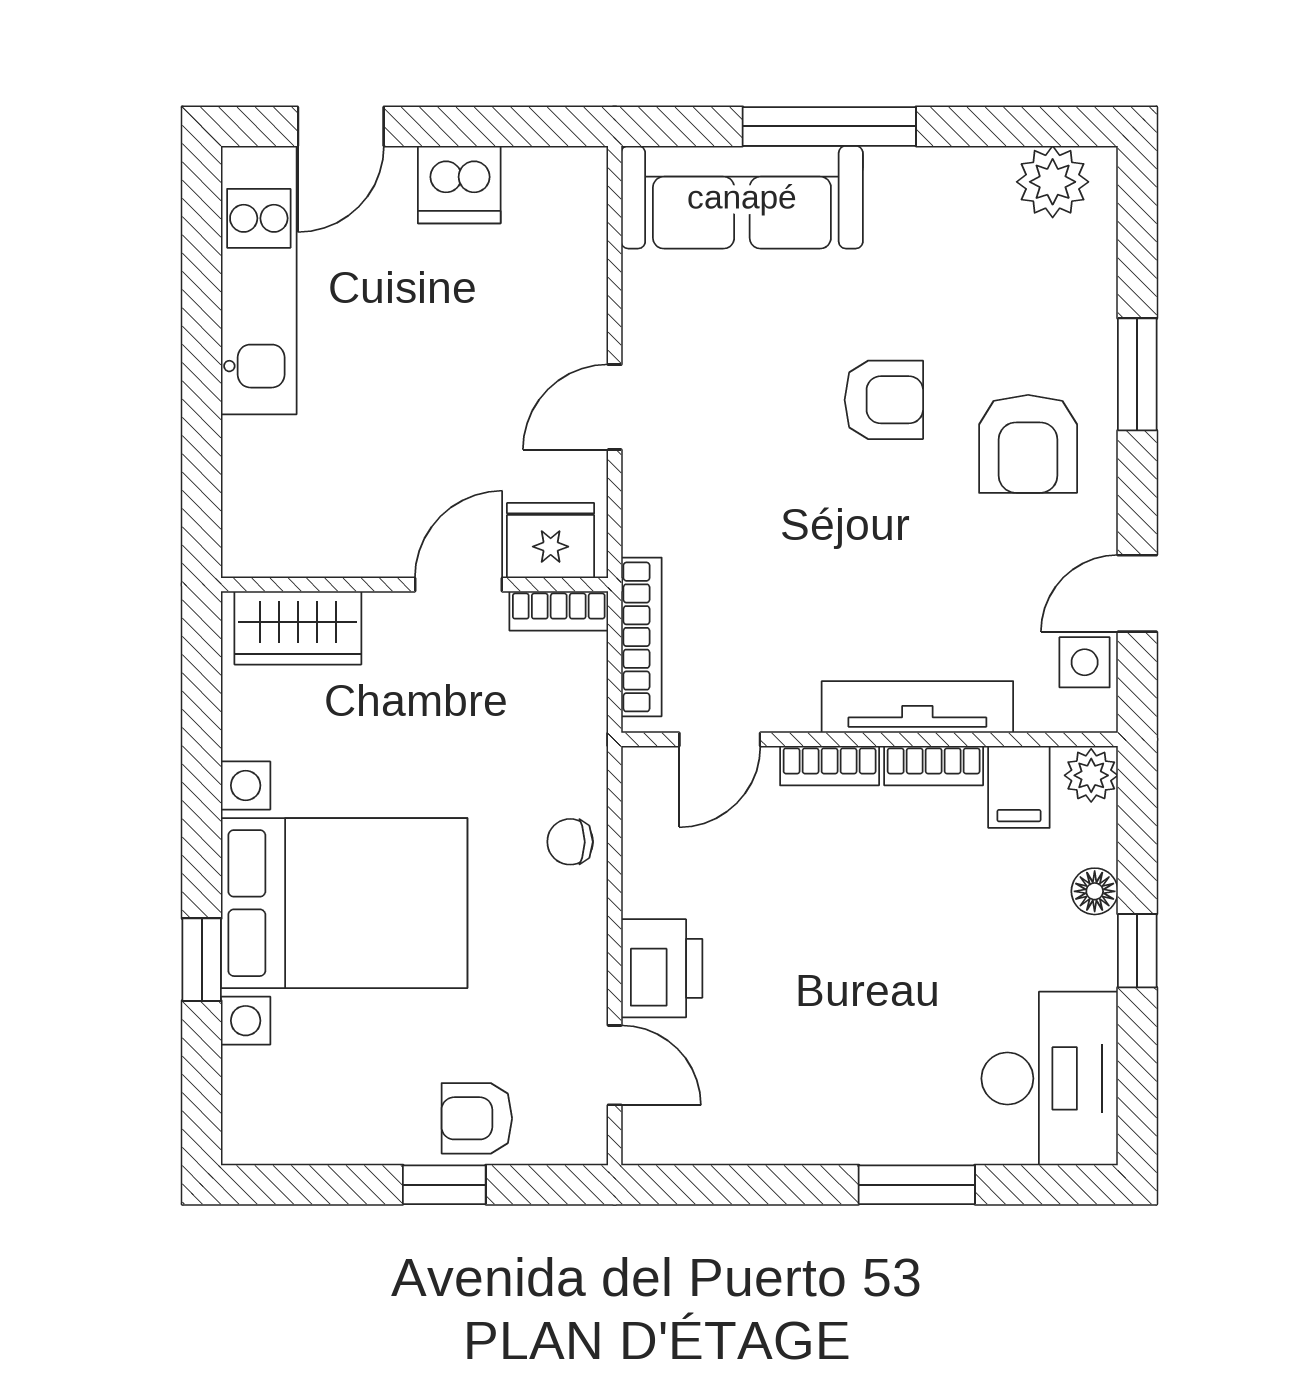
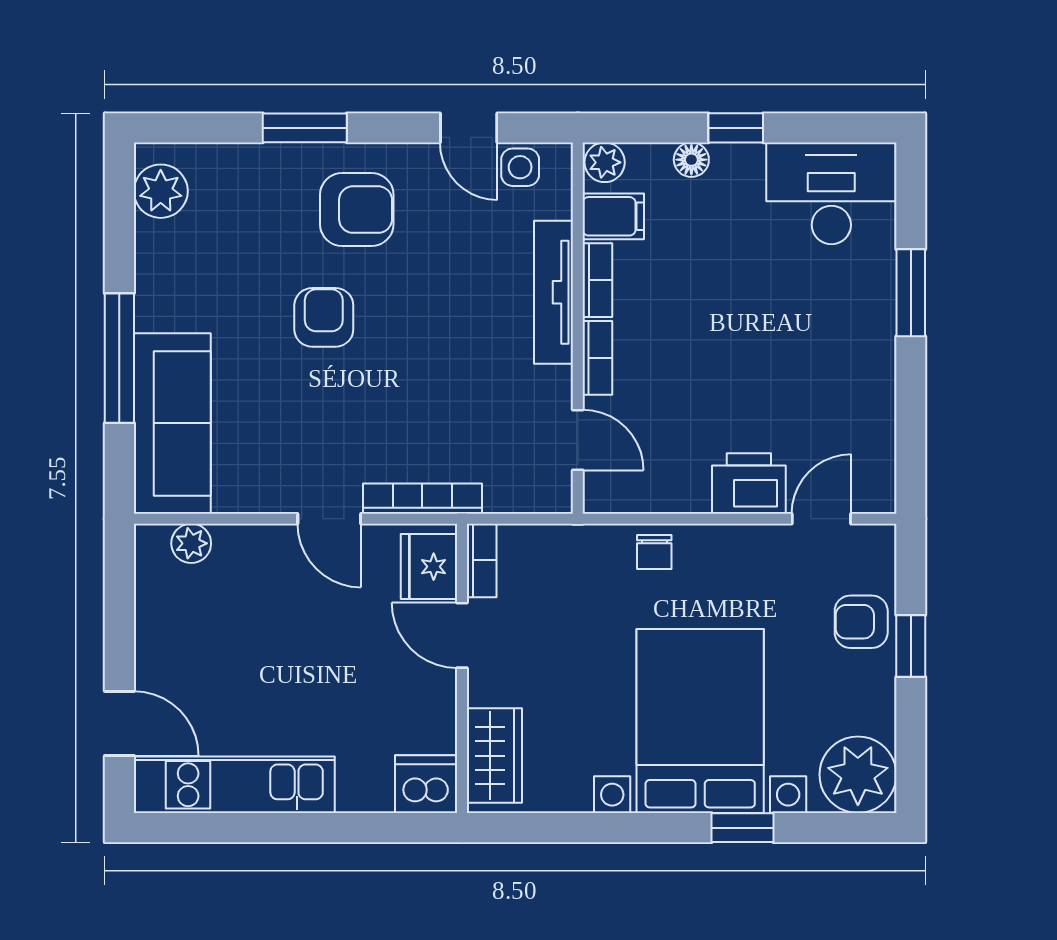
dishwasher: (459, 185) -> (426, 784), moved, turned -90
plant: (582, 223) -> (191, 543), added
bookcase: (641, 637) -> (422, 499), moved
plant: (272, 1114) -> (858, 775), added
armchair: (477, 1118) -> (861, 622), turned 90

